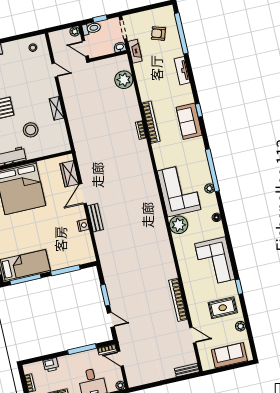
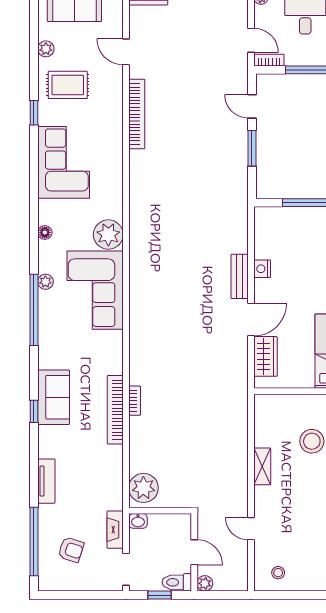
washbasin: (120, 47) -> (138, 521), moved
wall: (108, 56) -> (160, 511), moved

